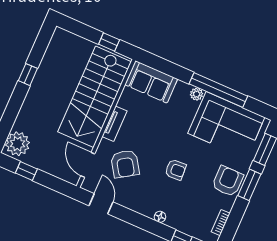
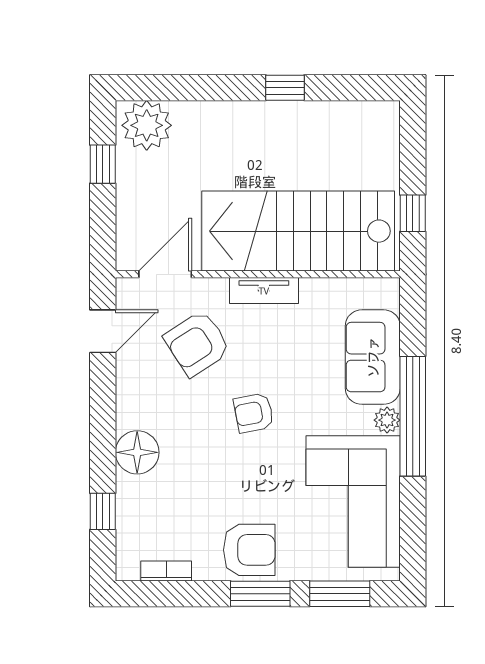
sofa: (151, 82) -> (373, 357), moved
window: (218, 90) -> (413, 416), moved
armchair: (176, 170) -> (254, 413), moved, turned 83
floor lamp: (160, 217) -> (137, 452), width x1.89, depth x1.89

